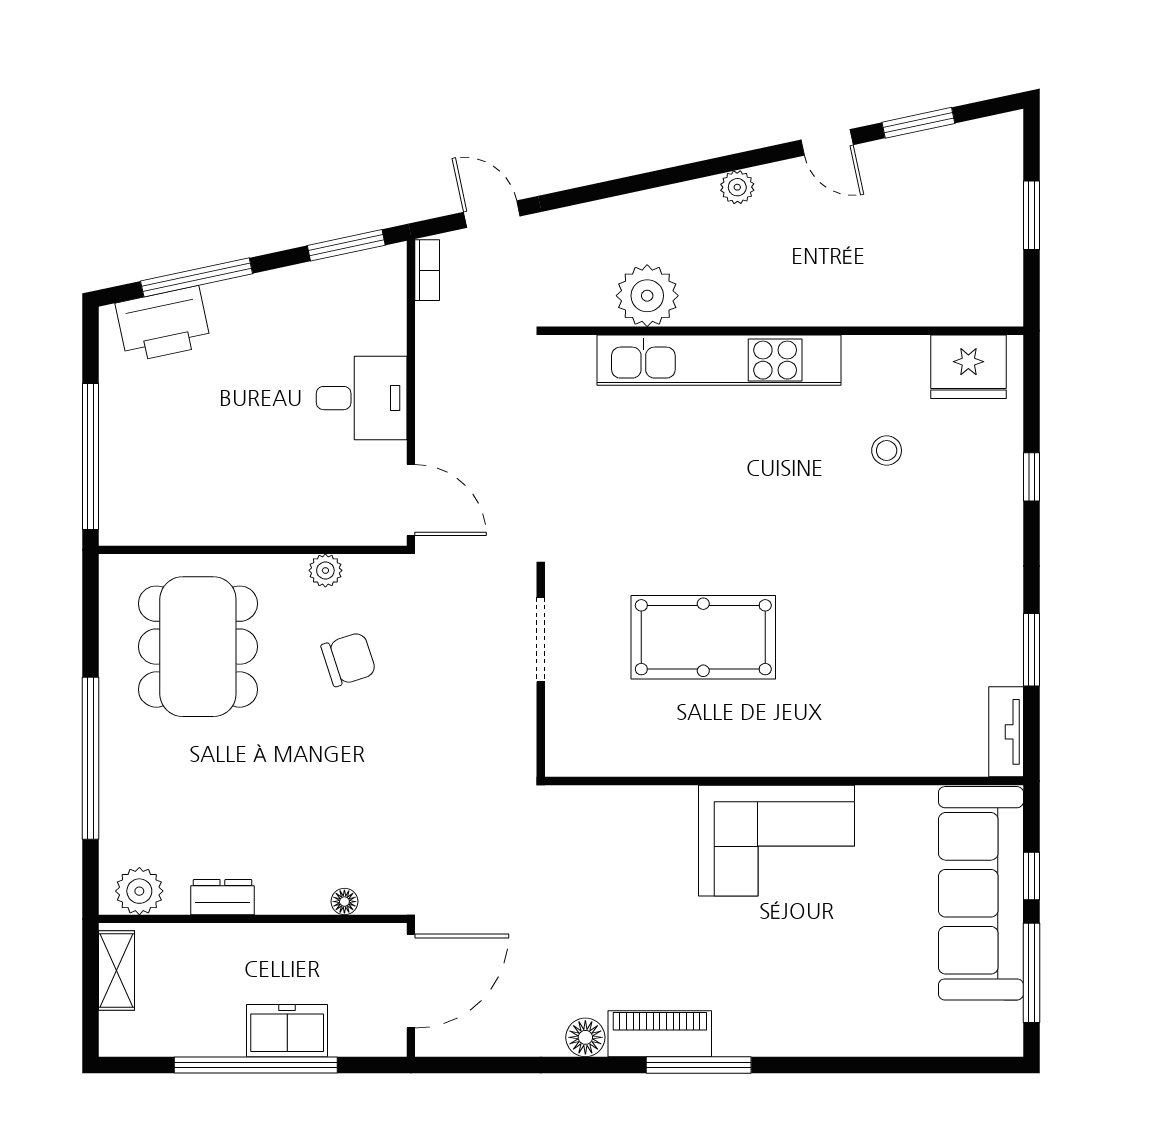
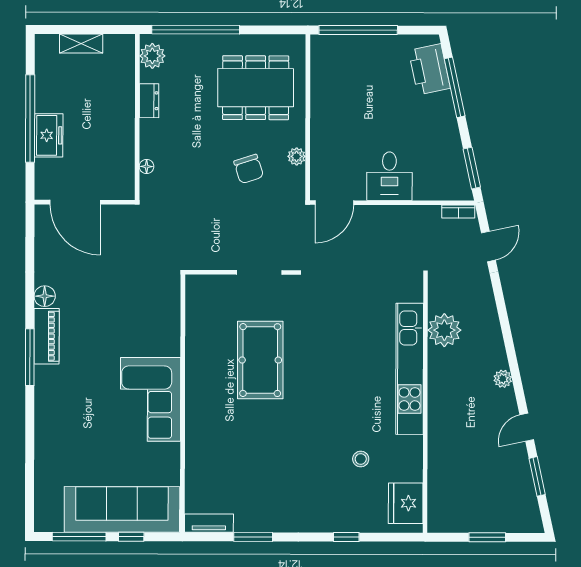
plant: (139, 891) -> (152, 56), moved
dresser: (222, 897) -> (149, 101), moved
floor lamp: (344, 902) -> (147, 166), moved
wall: (253, 919) -> (137, 117), moved

